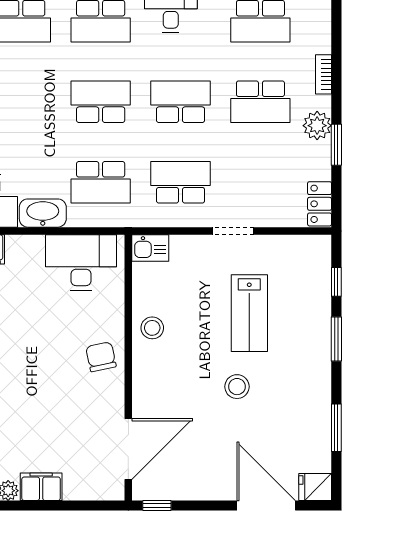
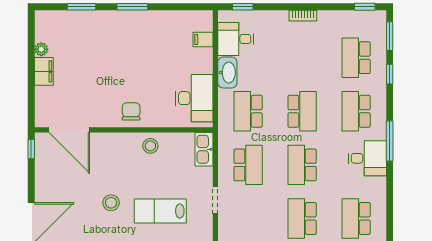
school desk: (181, 102) -> (302, 165), turned 180
kitchen sink: (150, 248) -> (204, 149), width x1.38
chair: (101, 357) -> (131, 111), turned -78

